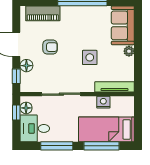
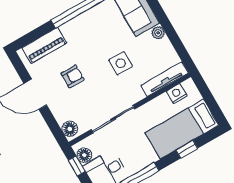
floor lamp: (26, 66) -> (70, 129), moved
window: (16, 76) -> (55, 128), removed
nightstand: (103, 102) -> (177, 94), moved
window: (101, 146) -> (187, 149), width x0.46

